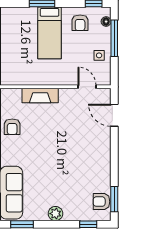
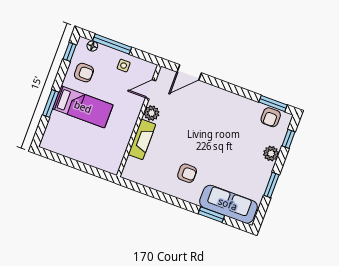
plant: (66, 95) -> (152, 113), added
armchair: (12, 127) -> (187, 173), moved
plant: (55, 214) -> (271, 154), moved
window: (22, 224) -> (271, 185), moved

